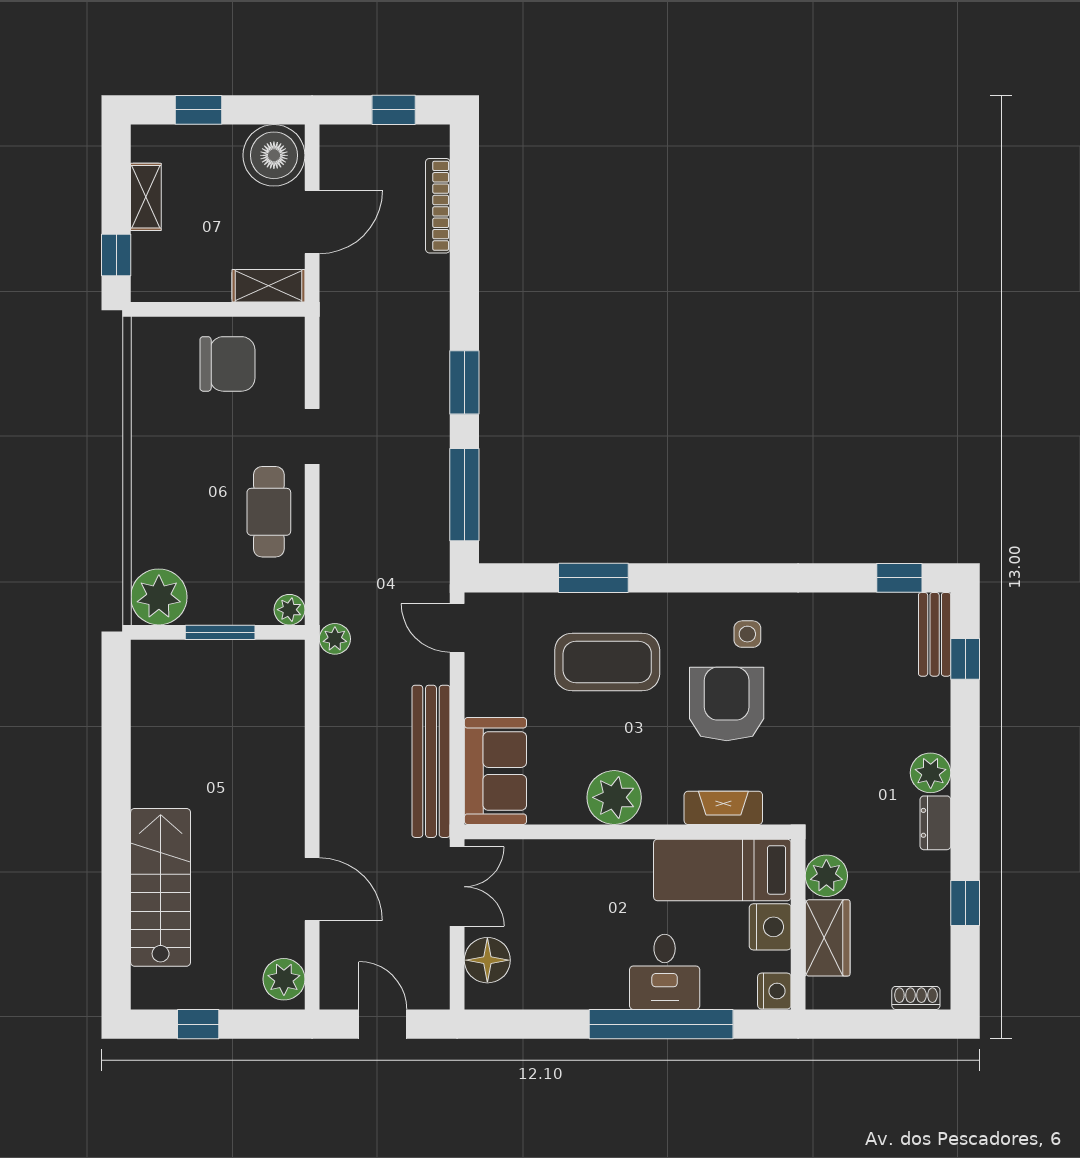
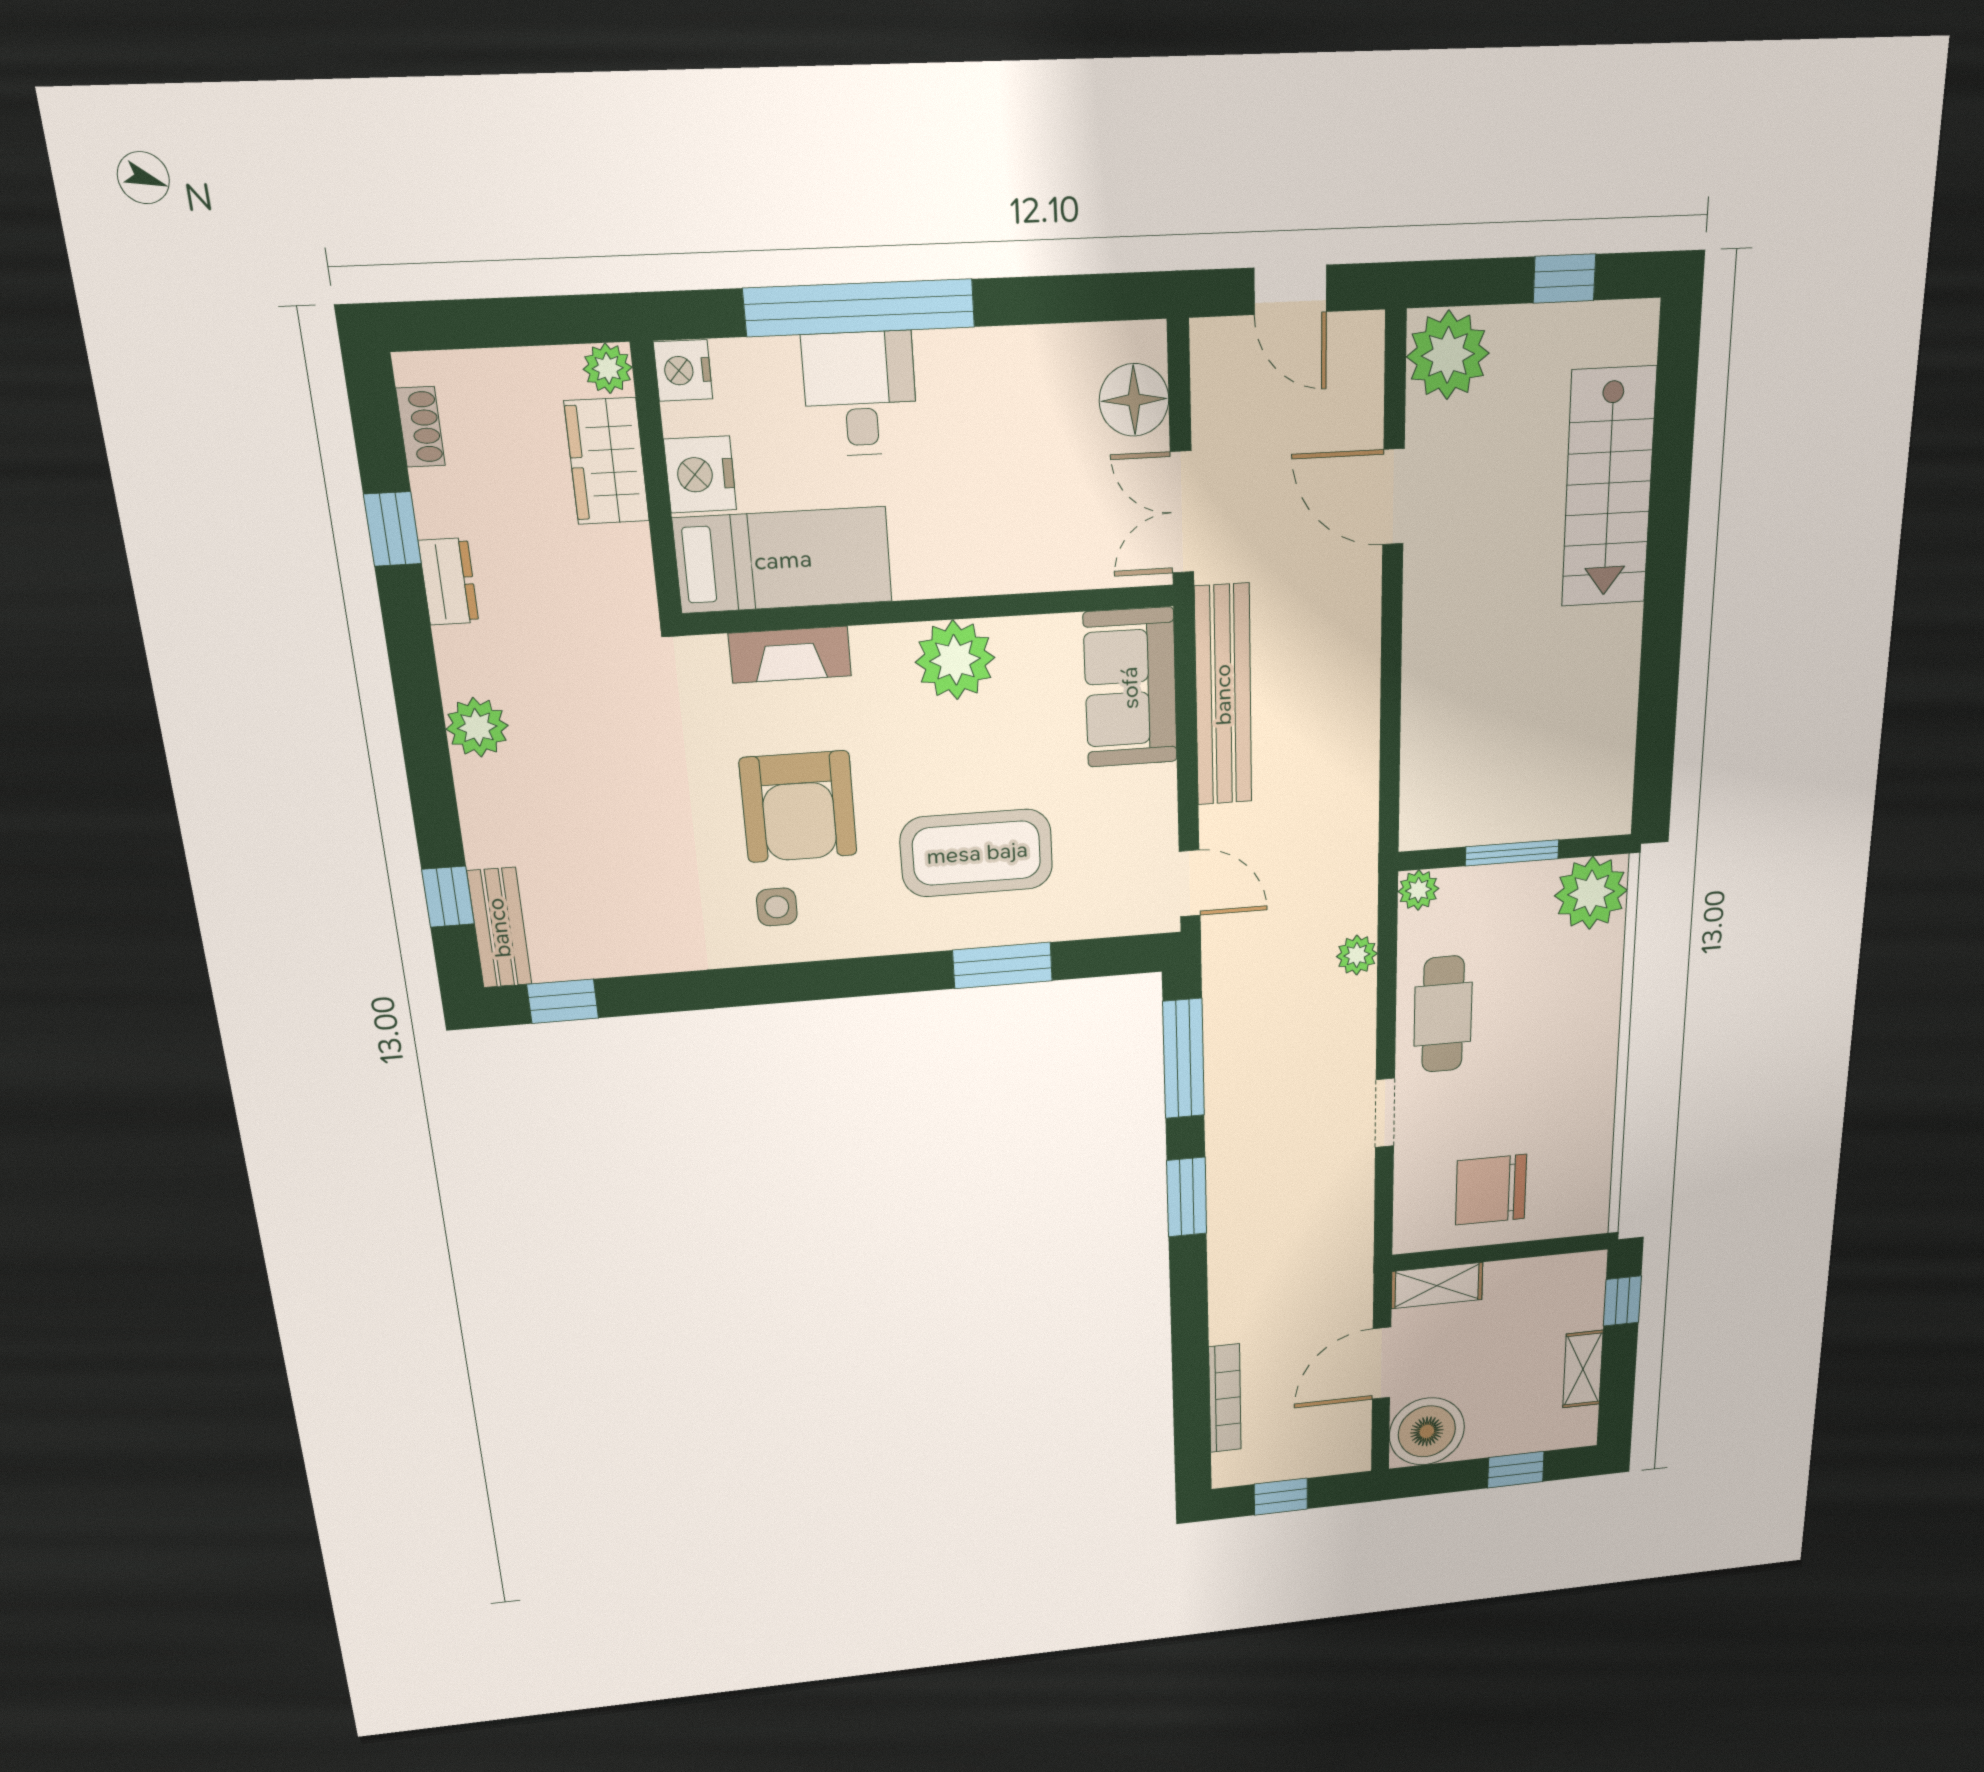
plant: (335, 639) -> (1357, 955), moved
dresser: (935, 823) -> (449, 582), moved
plant: (826, 876) -> (608, 368), moved, width x0.73, depth x0.73
plant: (284, 979) -> (1448, 355), width x1.36, depth x1.36
shoe rack: (916, 998) -> (421, 427), moved, turned -90

